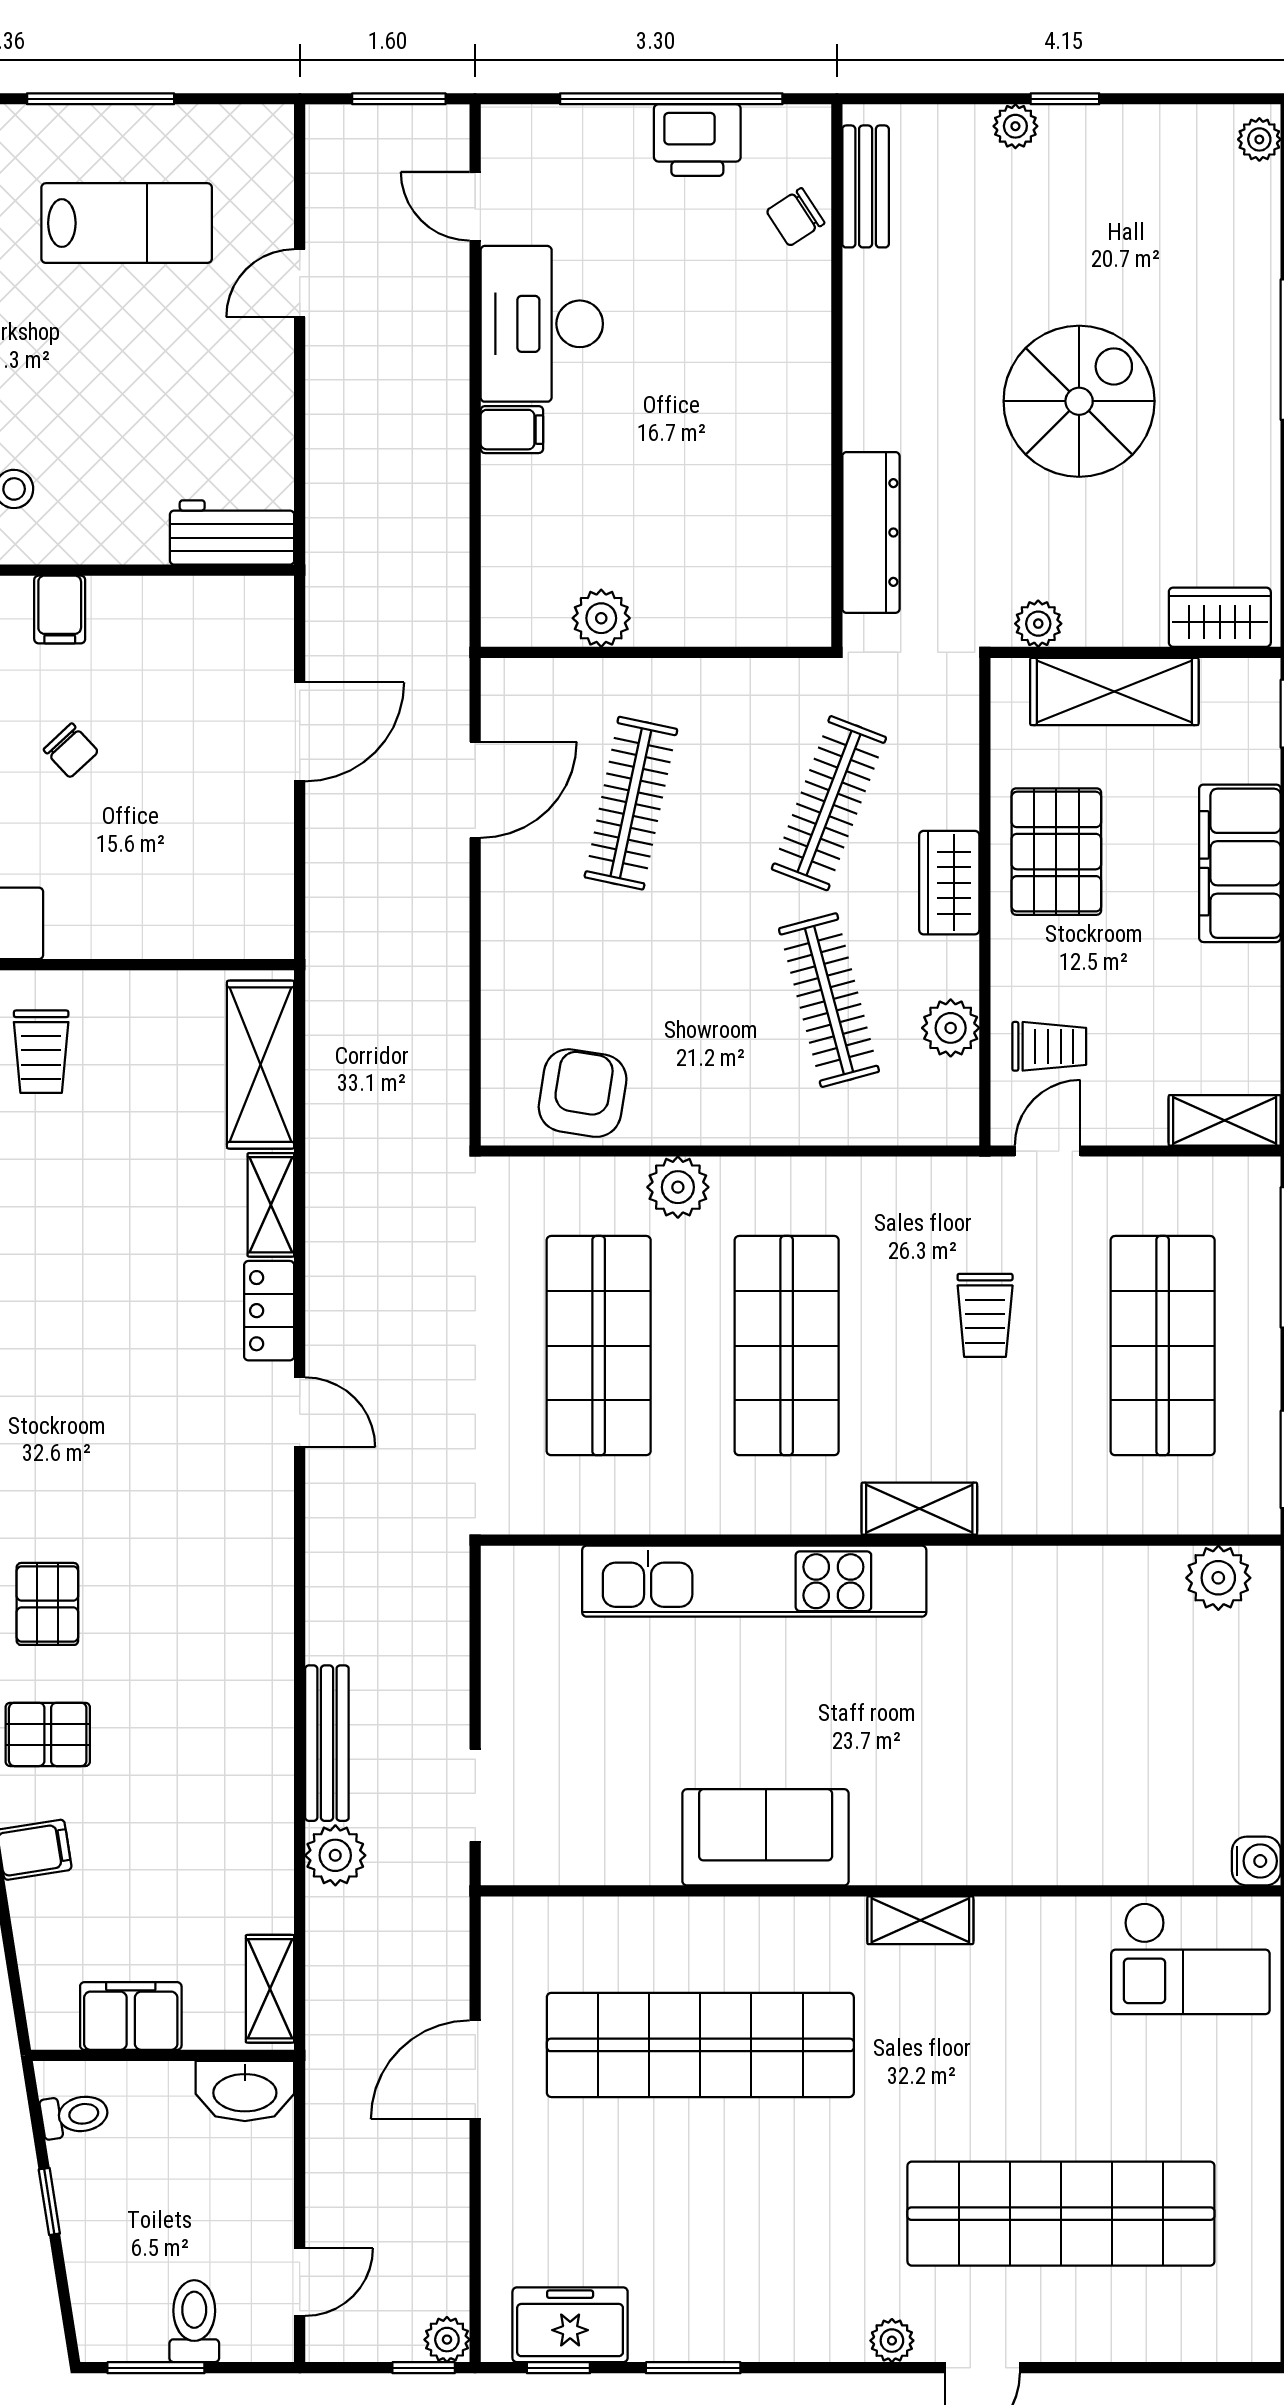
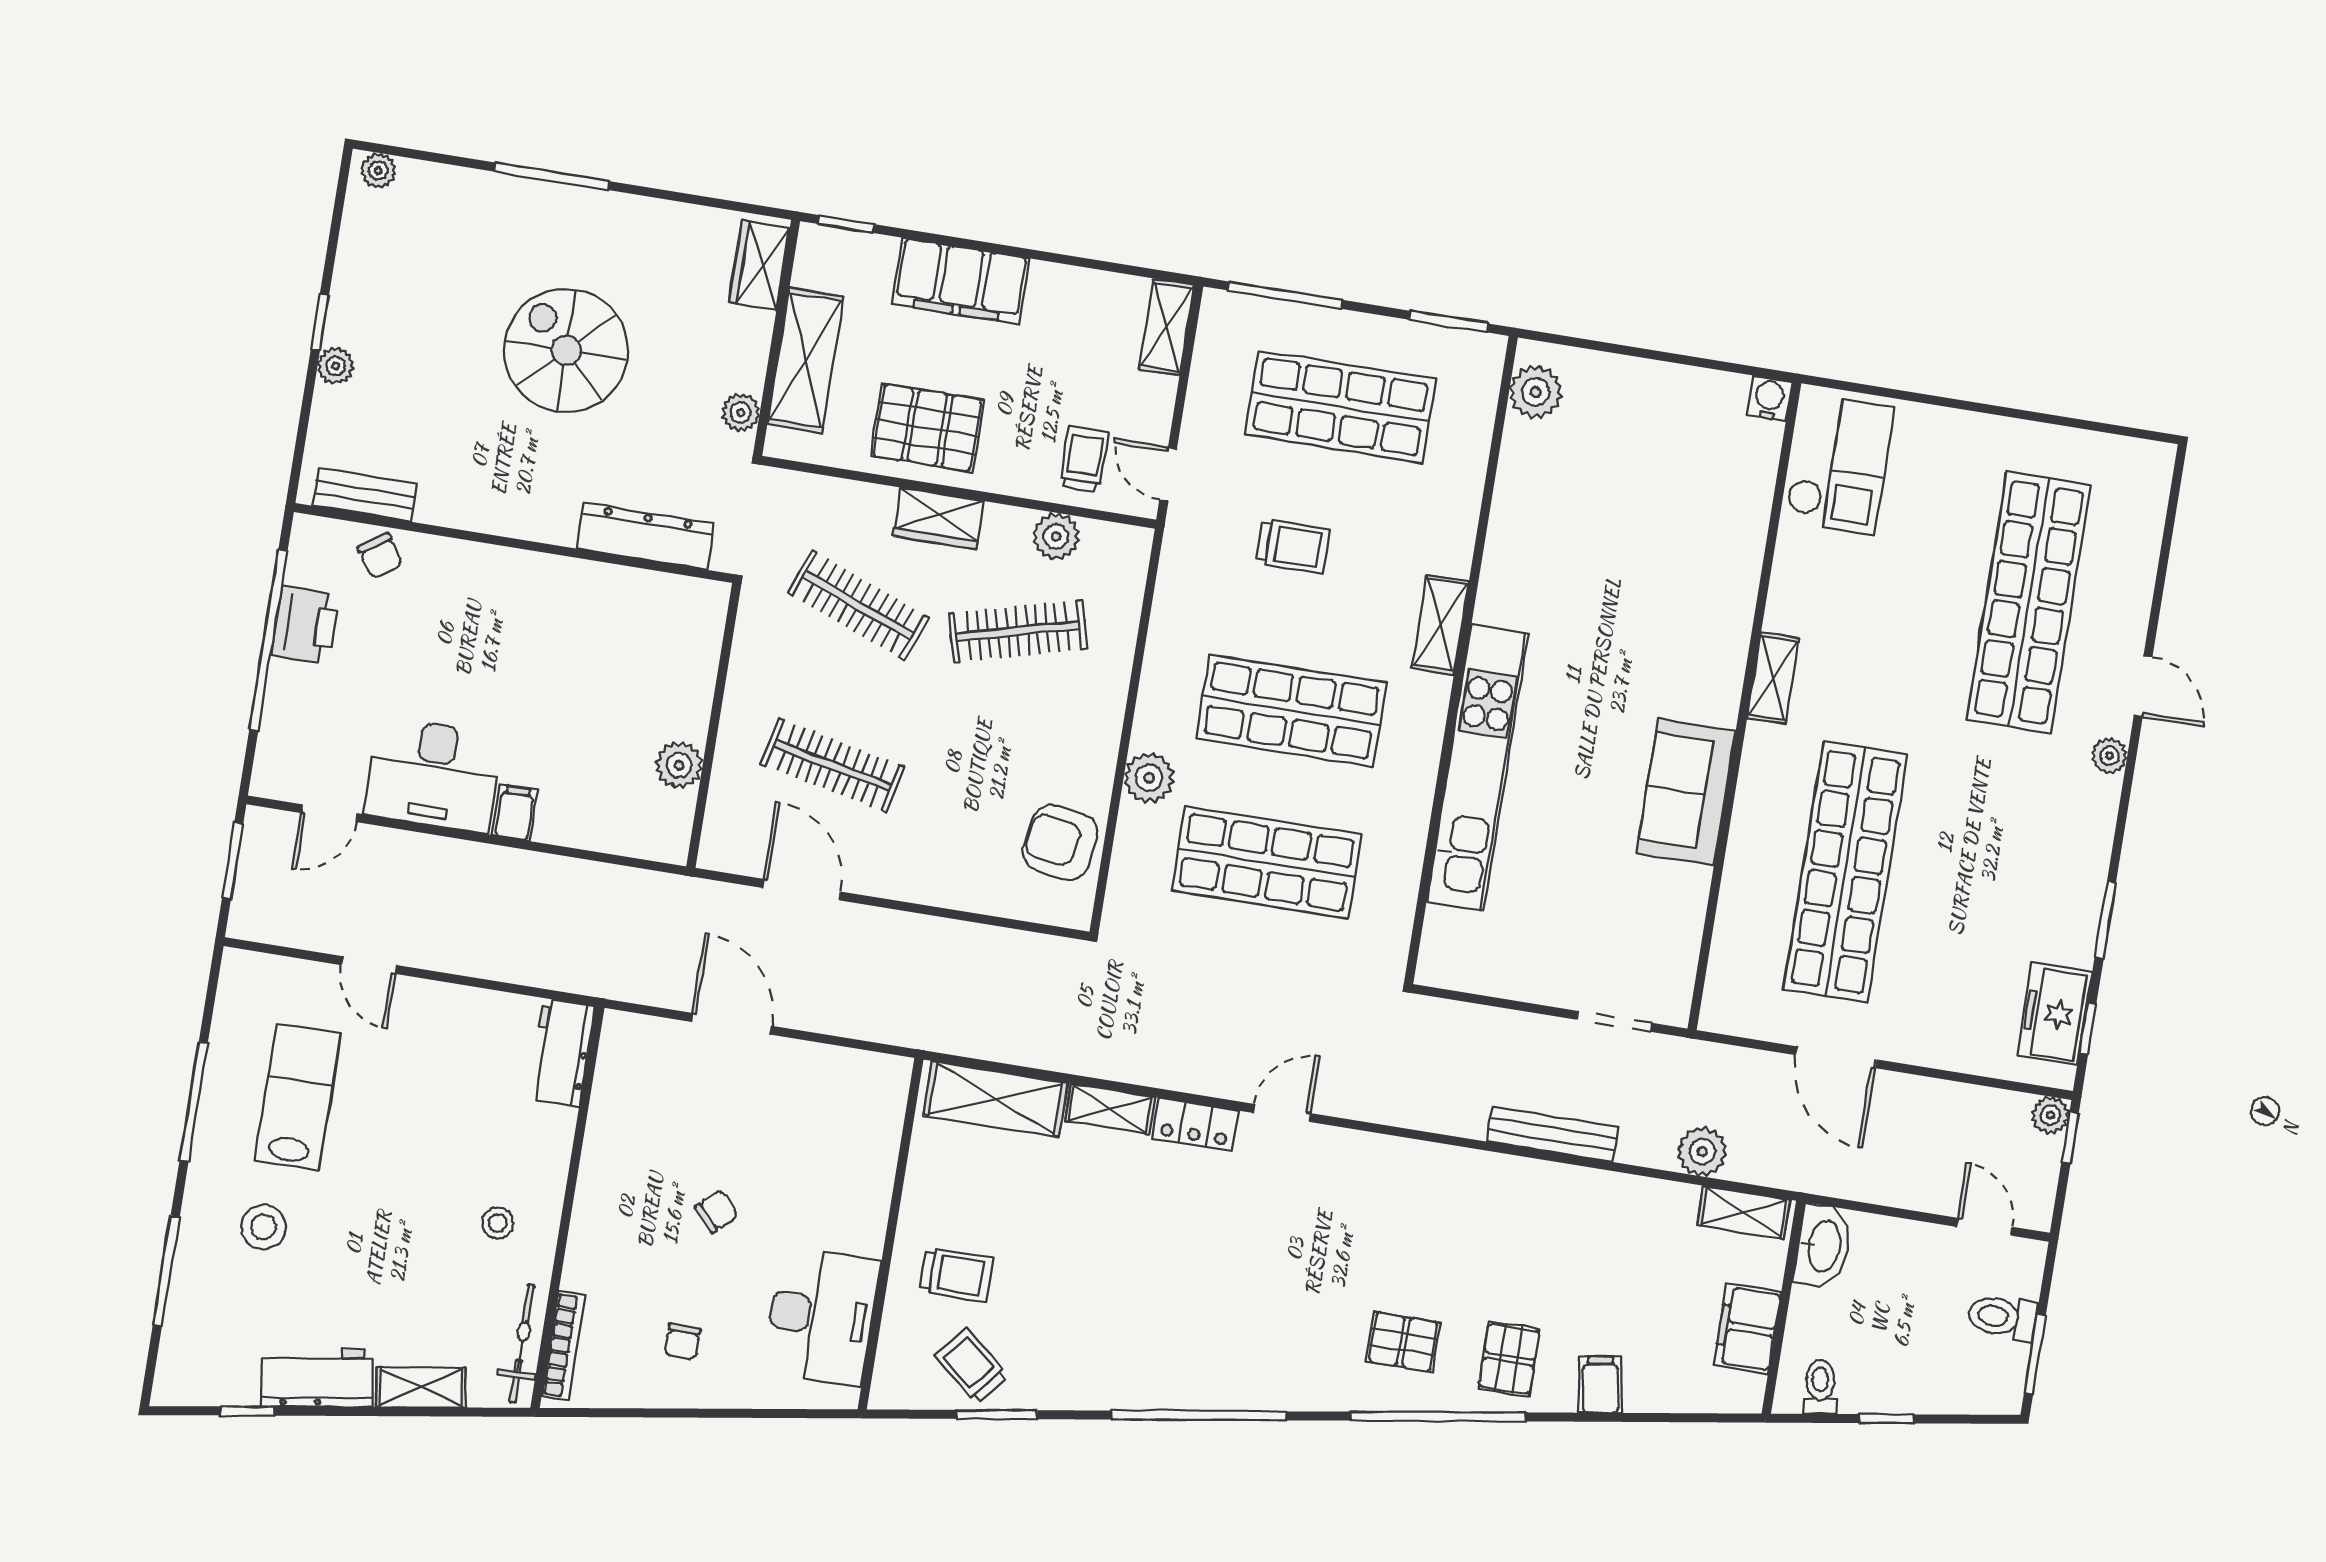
filing cabinet: (60, 609) -> (601, 1202), removed
plant: (335, 1855) -> (1702, 1152), moved

